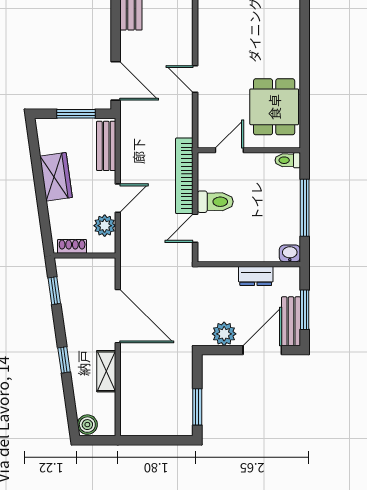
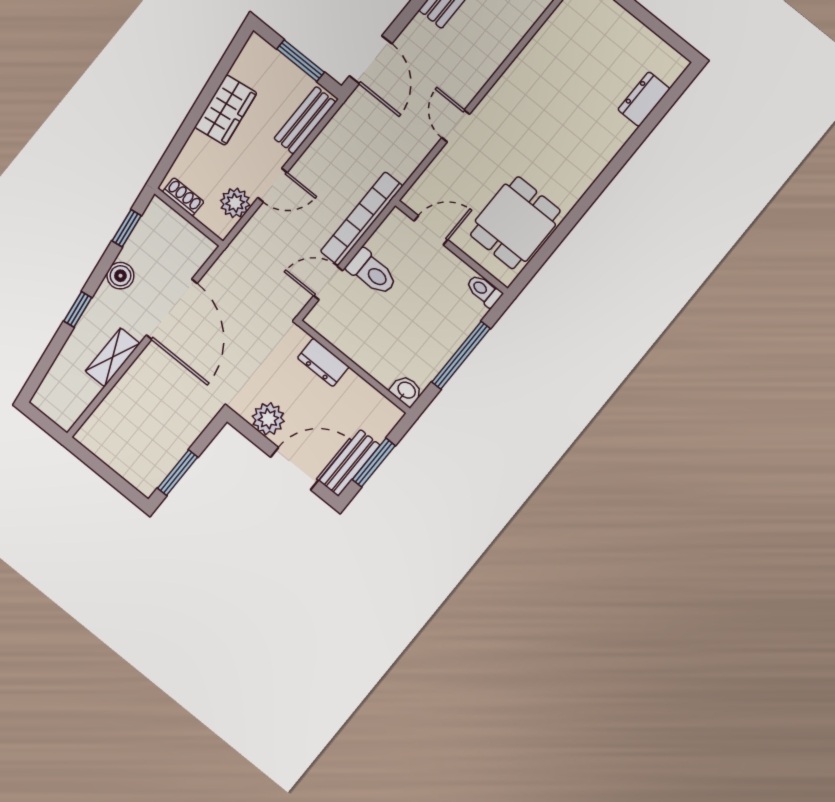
dresser: (256, 276) -> (323, 362), moved
boiler: (87, 425) -> (120, 276), moved

